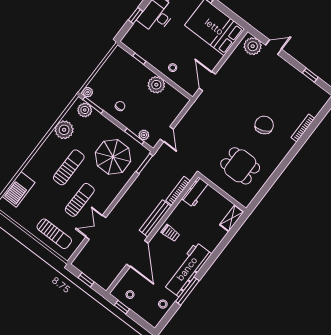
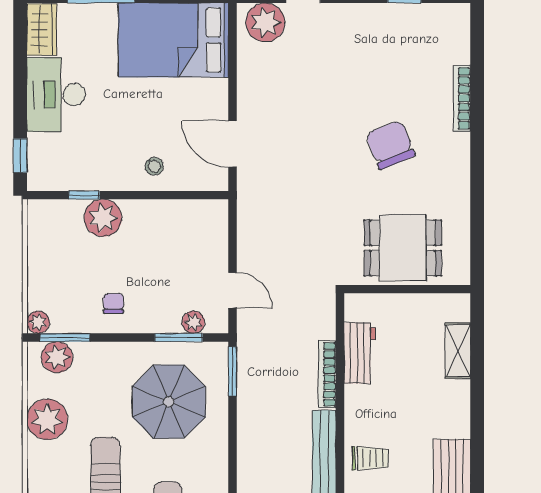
window: (136, 16) -> (20, 156), moved
plant: (156, 85) -> (103, 218), moved
wall: (222, 193) -> (407, 289), moved

